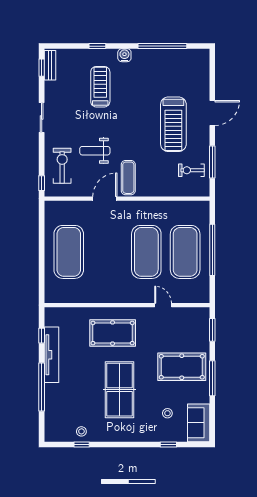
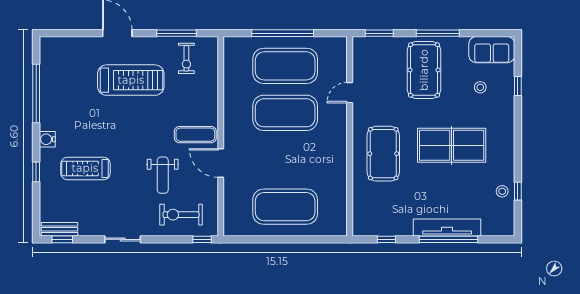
tv unit: (51, 355) -> (447, 228), moved

